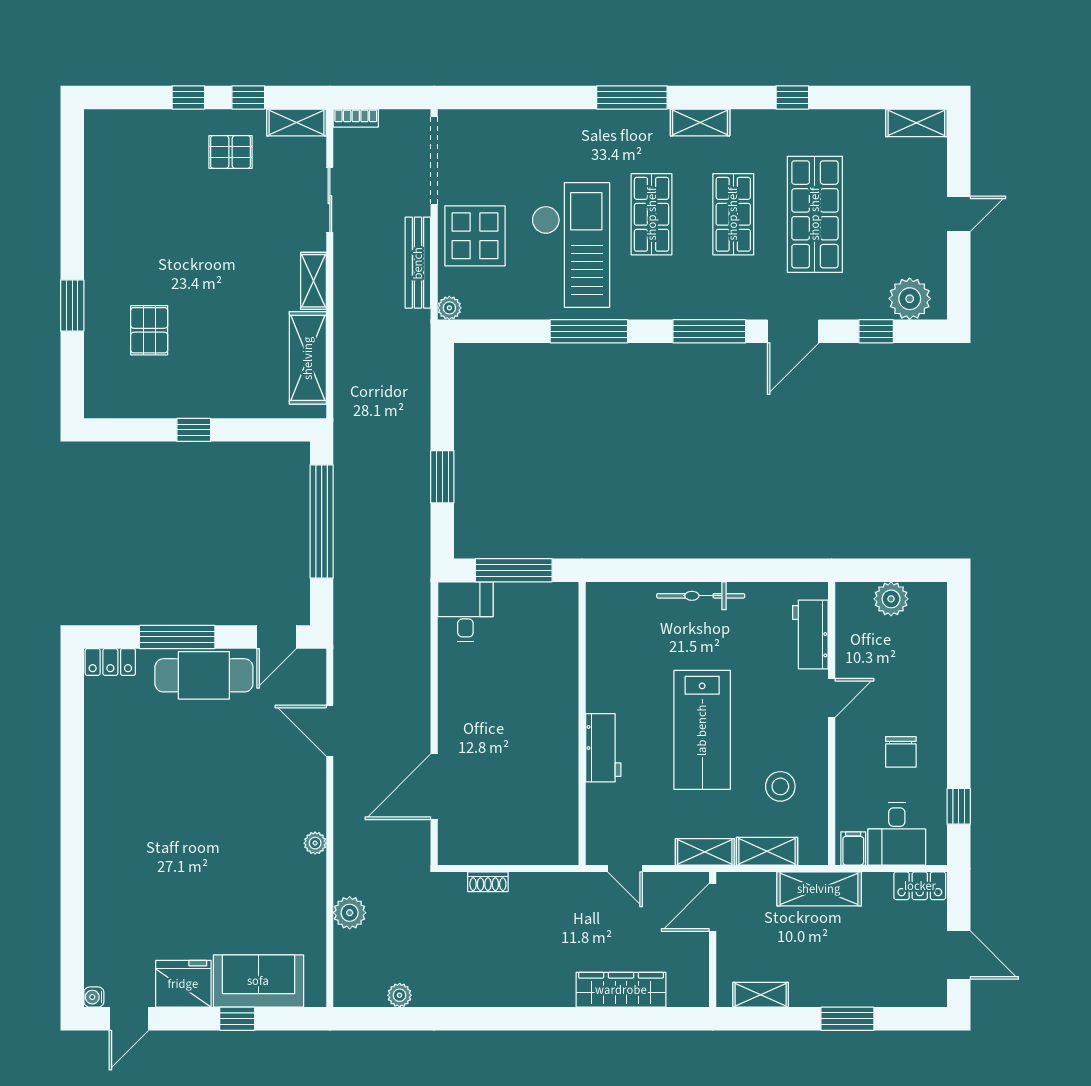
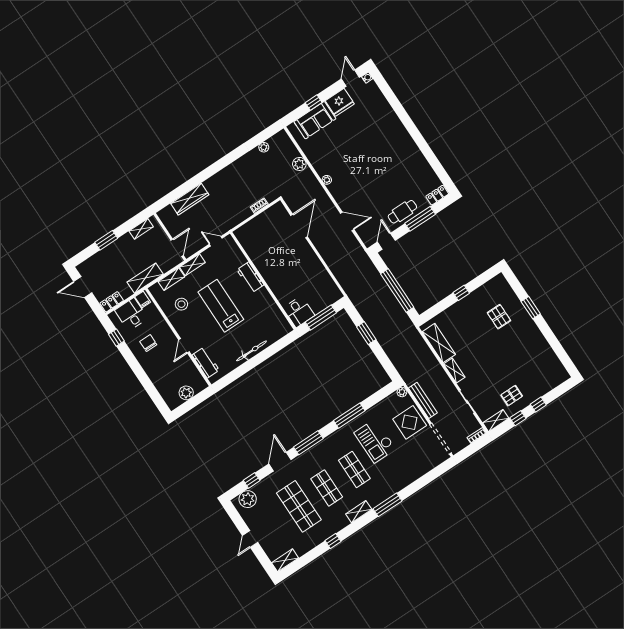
checkout: (571, 245) -> (375, 441), width x0.73, depth x0.83
desk: (465, 612) -> (299, 312), moved
cafe table: (204, 675) -> (402, 212), width x0.73, depth x0.74

